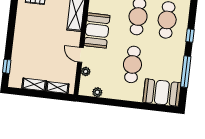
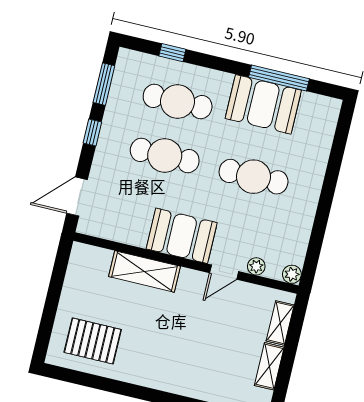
window: (190, 35) -> (172, 53), moved
plant: (97, 92) -> (292, 274), moved
booth: (162, 93) -> (263, 104), moved, turned 90

